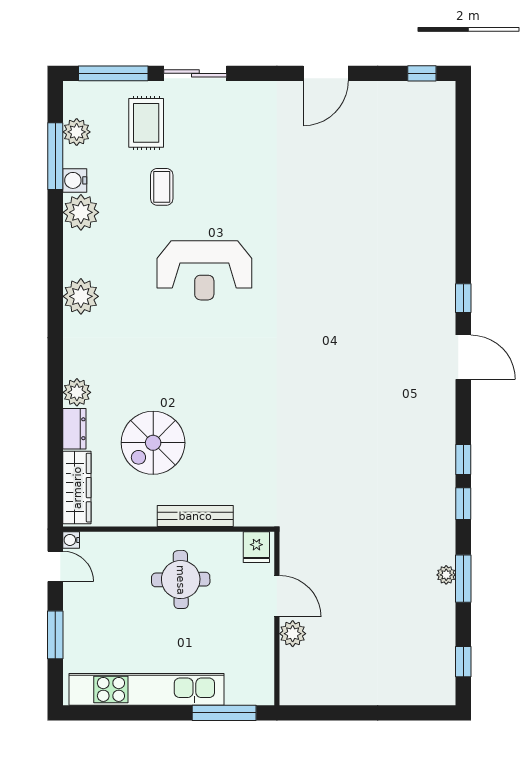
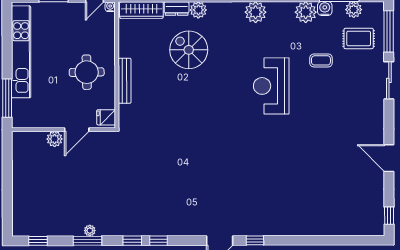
rug: (146, 123) -> (359, 38), moved
spiral stairs: (153, 443) -> (189, 50), moved

